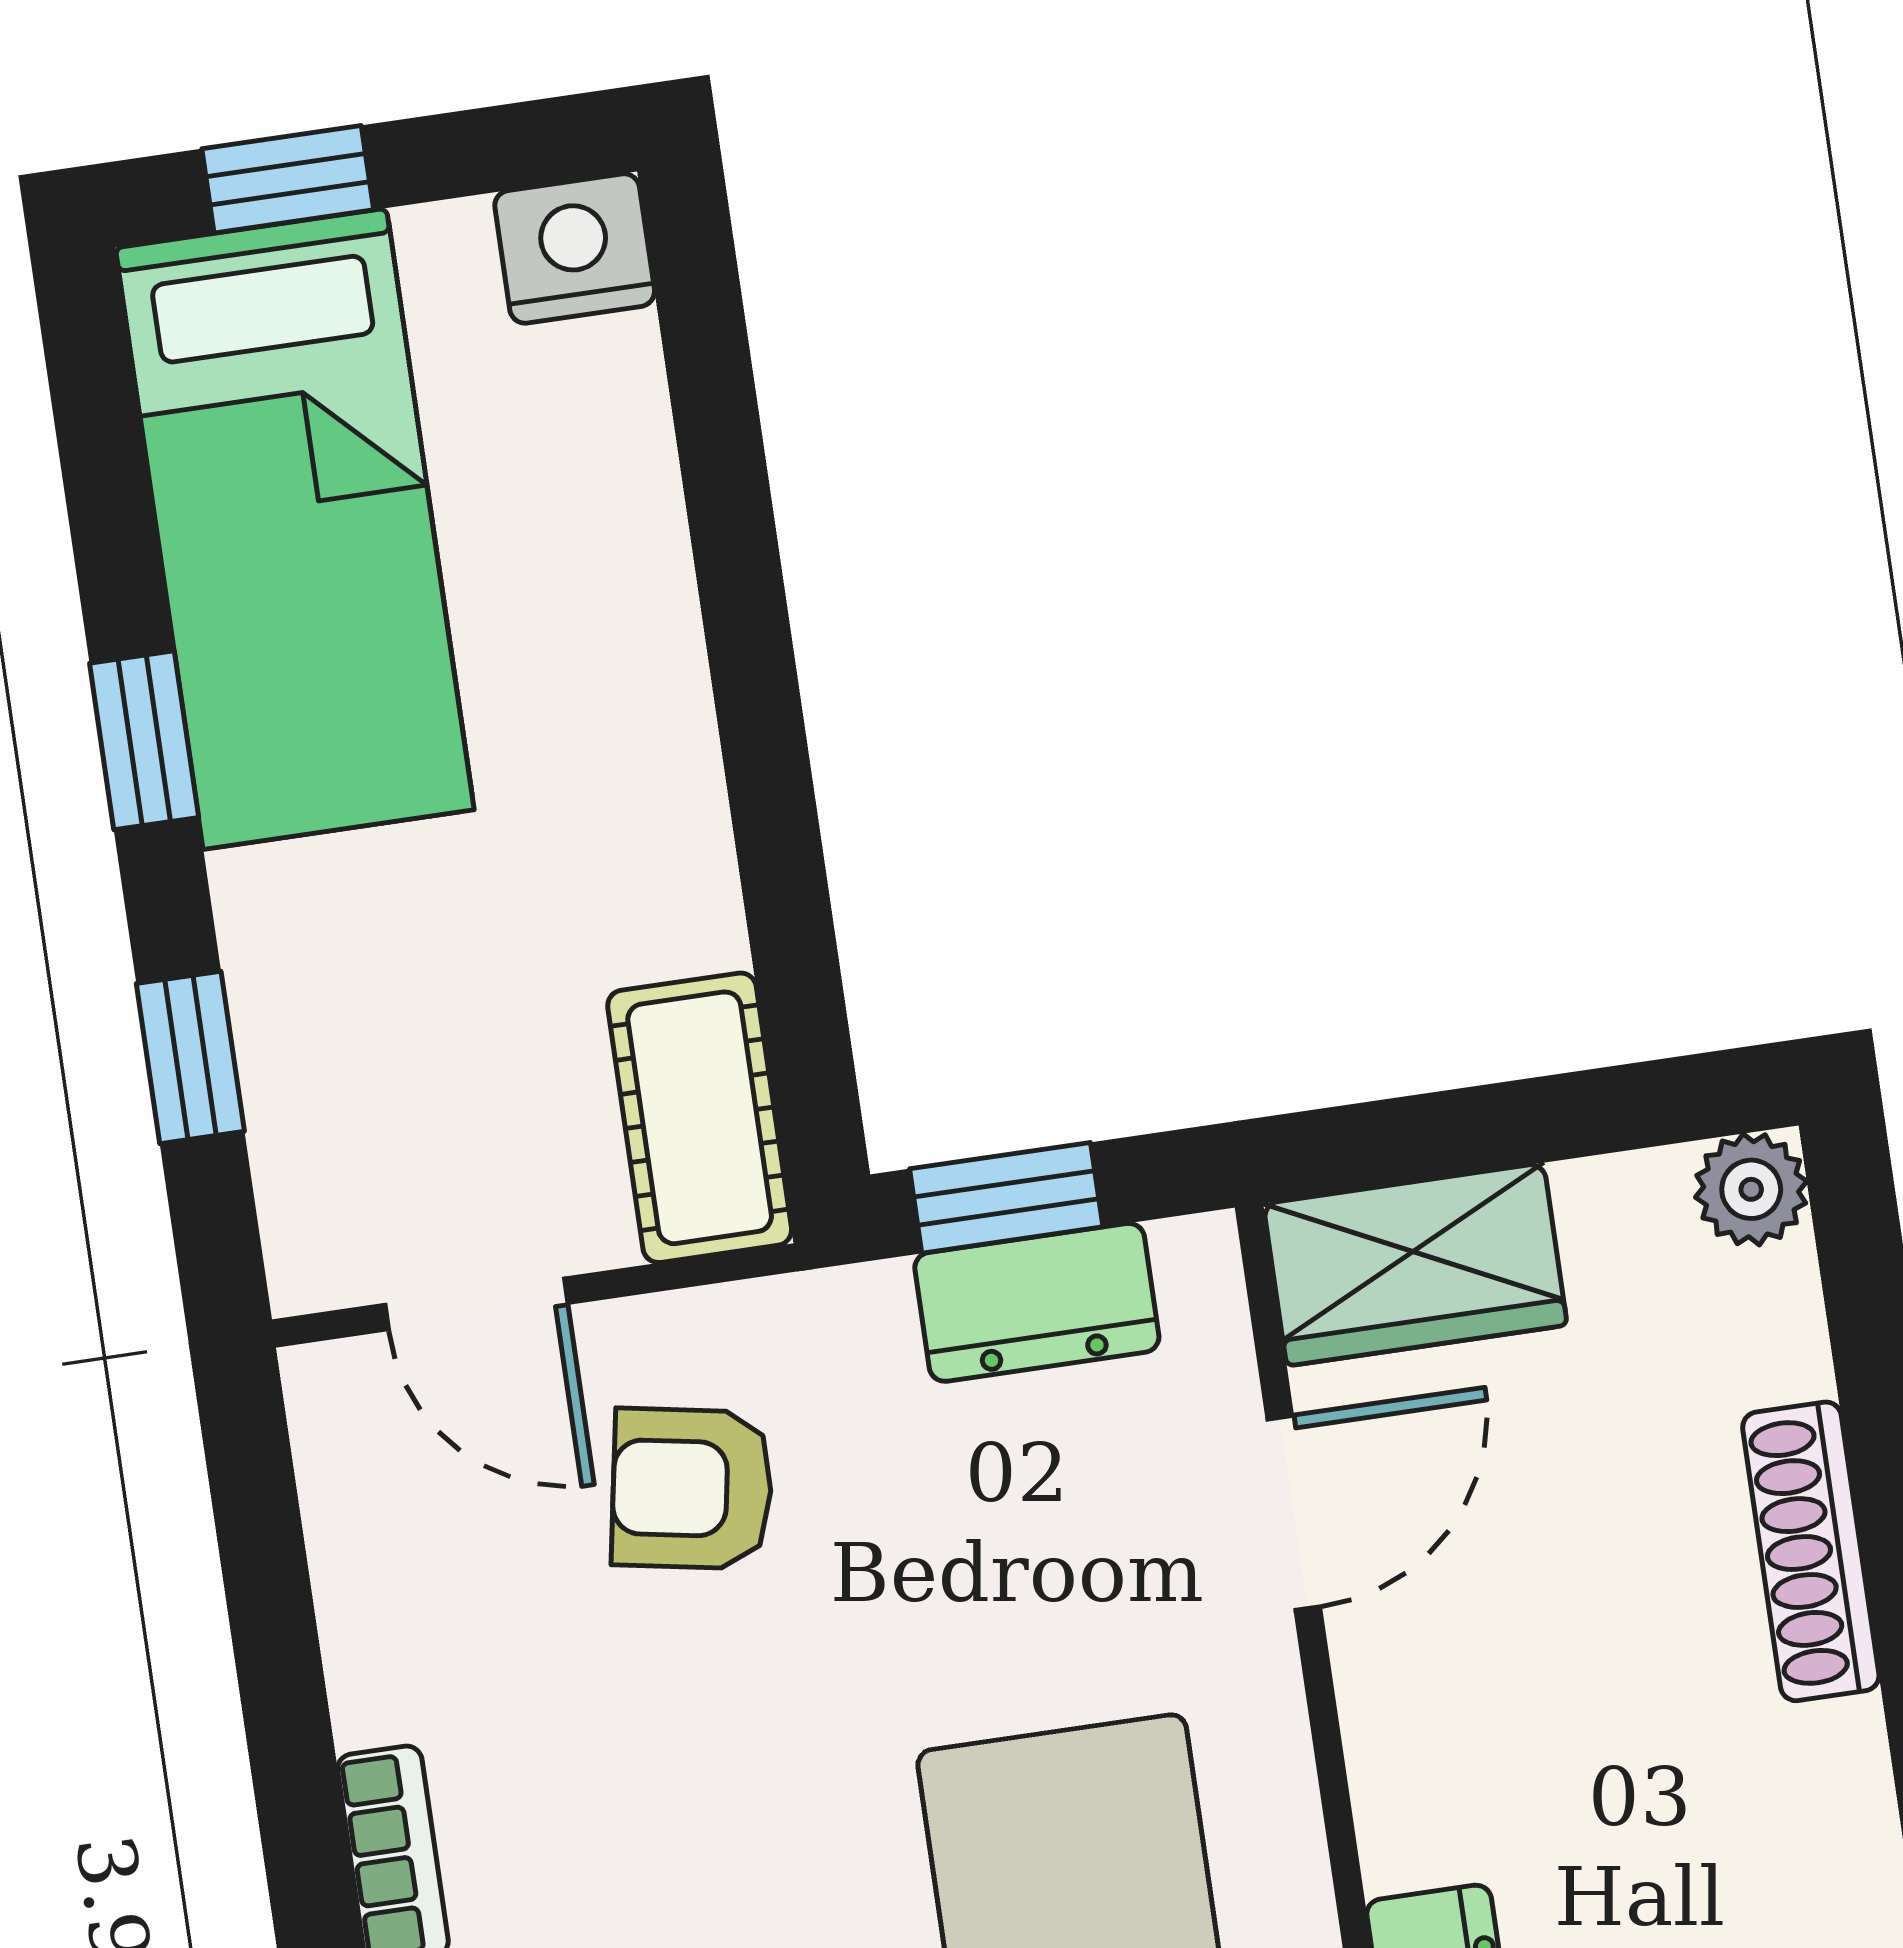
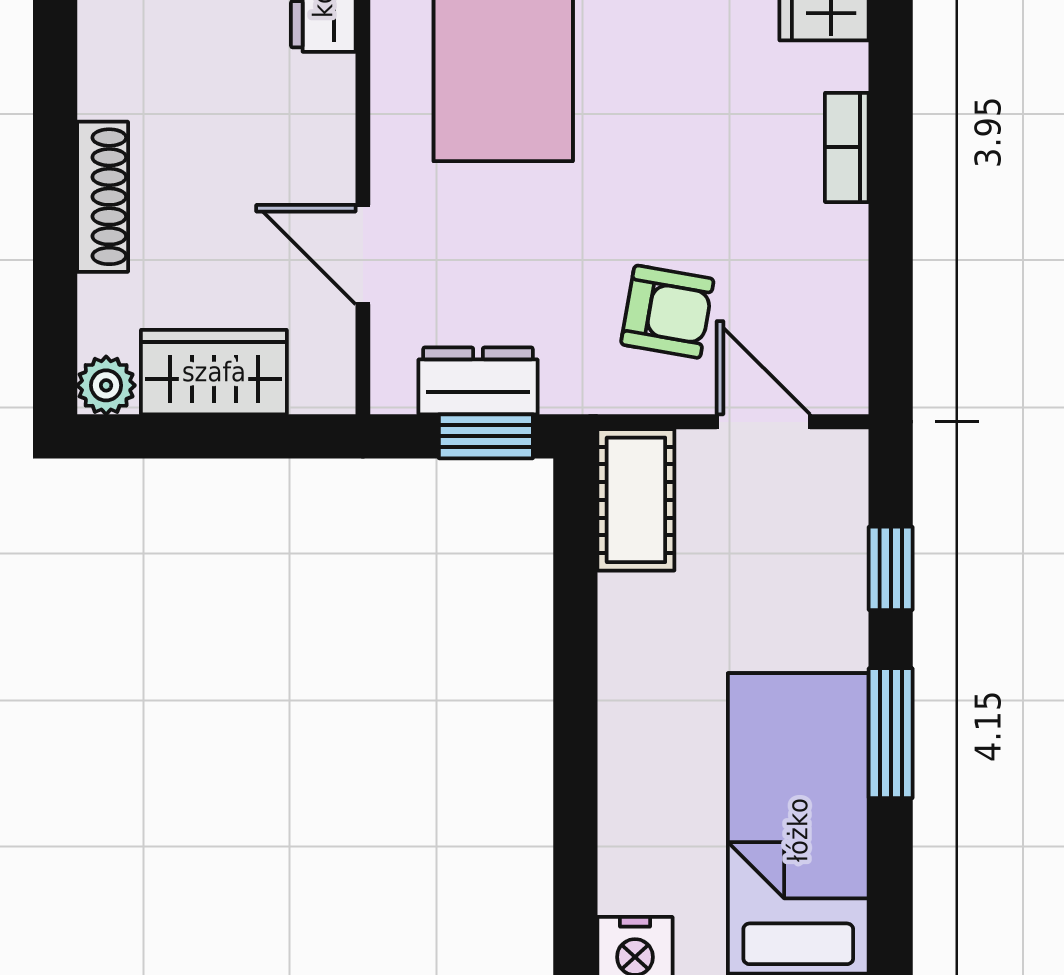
window: (144, 740) -> (891, 733), width x1.50
wardrobe: (1415, 1264) -> (214, 372), moved
door: (1294, 1513) -> (363, 255), hinge flipped

